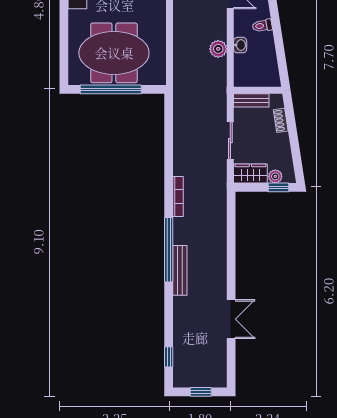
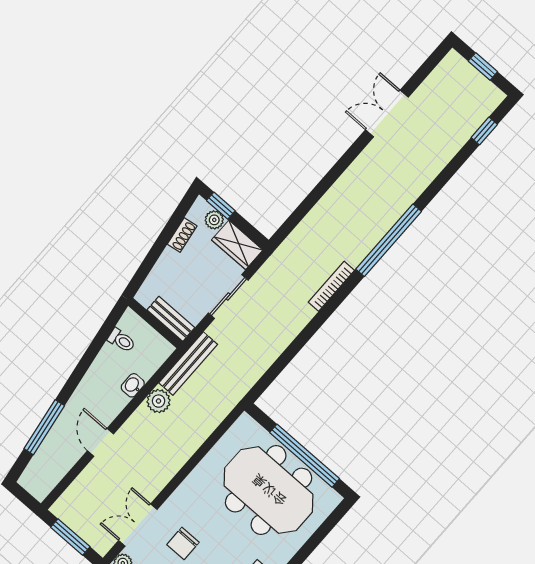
toilet: (262, 26) -> (121, 340), moved
shoe rack: (281, 120) -> (182, 235), moved
bench: (180, 270) -> (188, 364), moved

